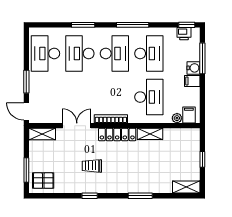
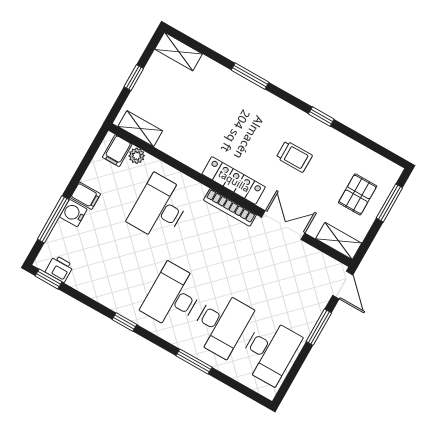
window: (133, 25) -> (124, 322), width x0.46
desk: (149, 53) -> (124, 269), removed
double door: (77, 126) -> (283, 225), swing flipped
shelving: (150, 134) -> (140, 129), moved
pallet: (43, 181) -> (358, 194), moved, turned 90

